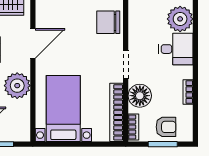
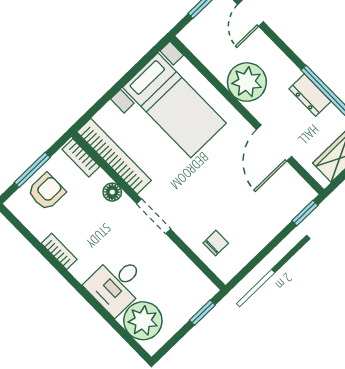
chair: (108, 22) -> (216, 243), width x0.54, depth x0.54
floor lamp: (140, 96) -> (112, 192), width x0.53, depth x0.53
armchair: (166, 127) -> (46, 192), turned 180

